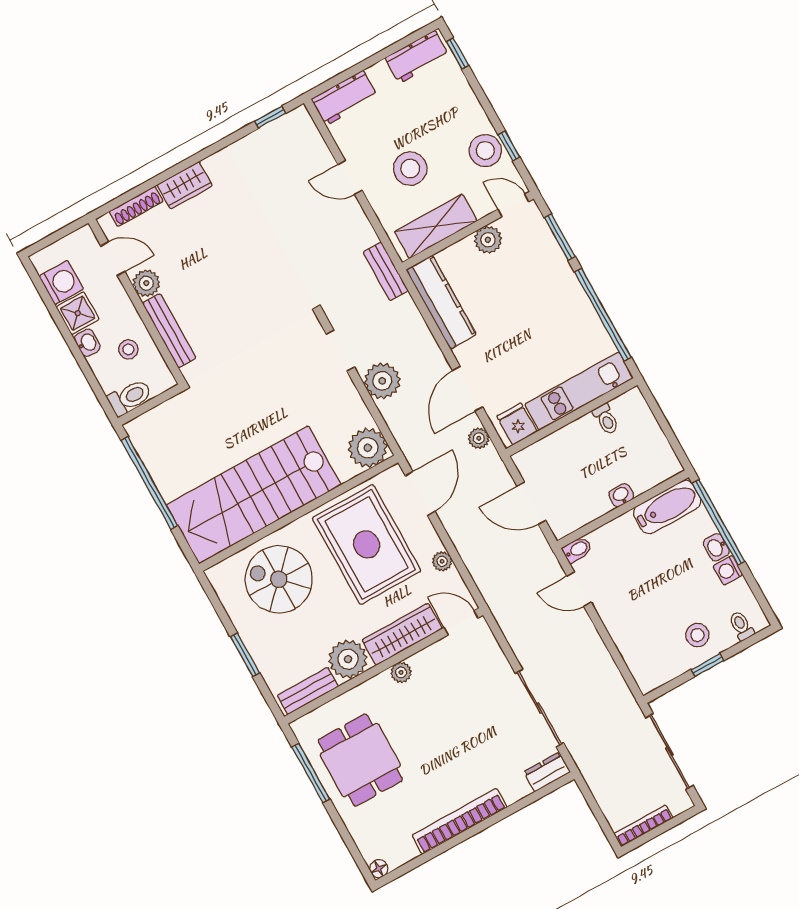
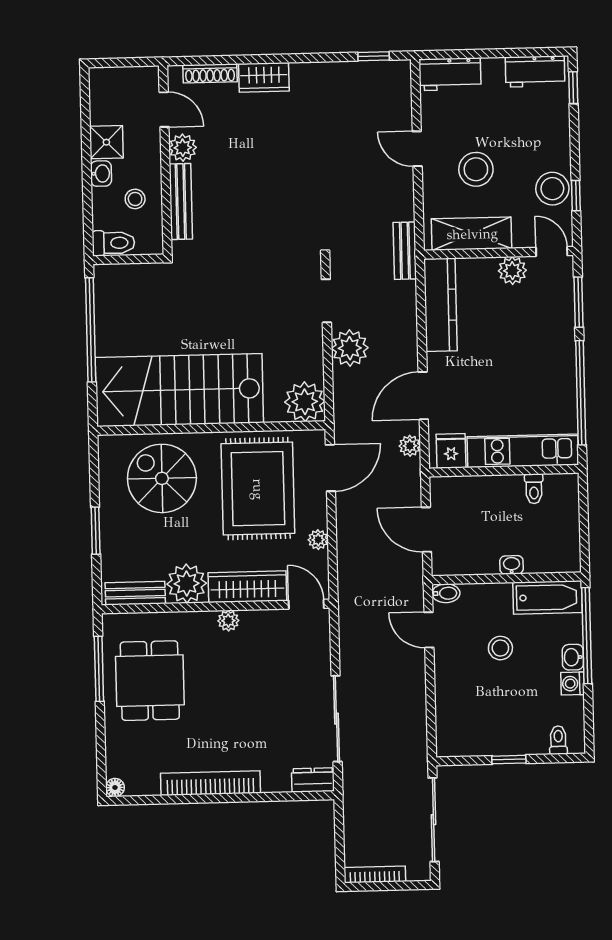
washing machine: (61, 283) -> (106, 107), removed
stool: (697, 635) -> (500, 648), moved

